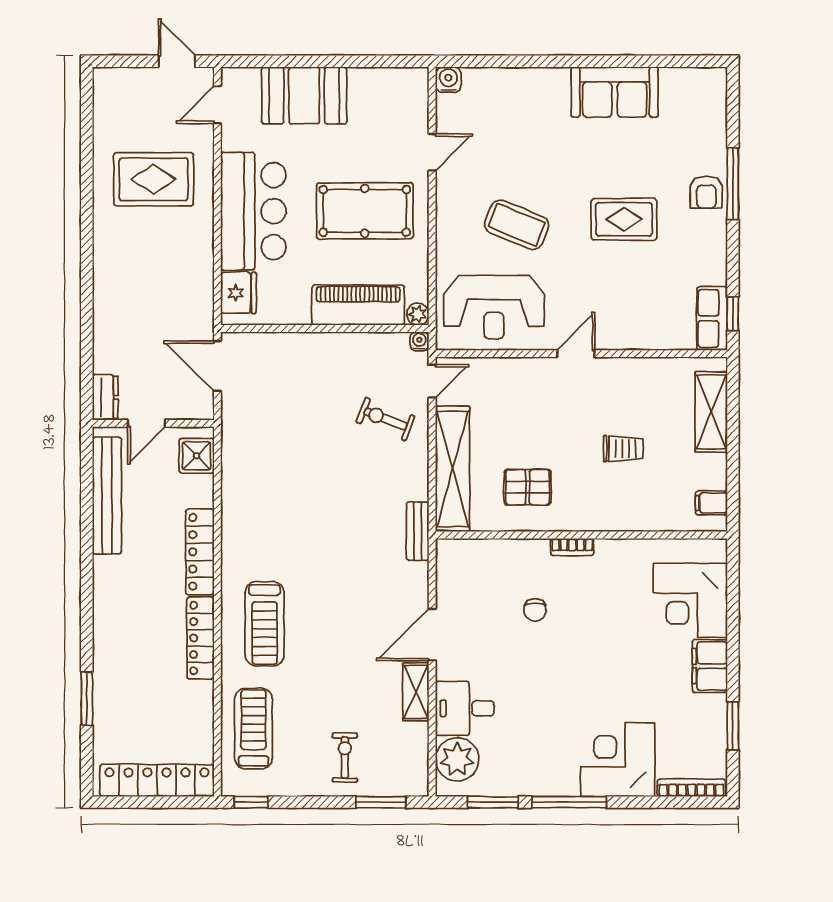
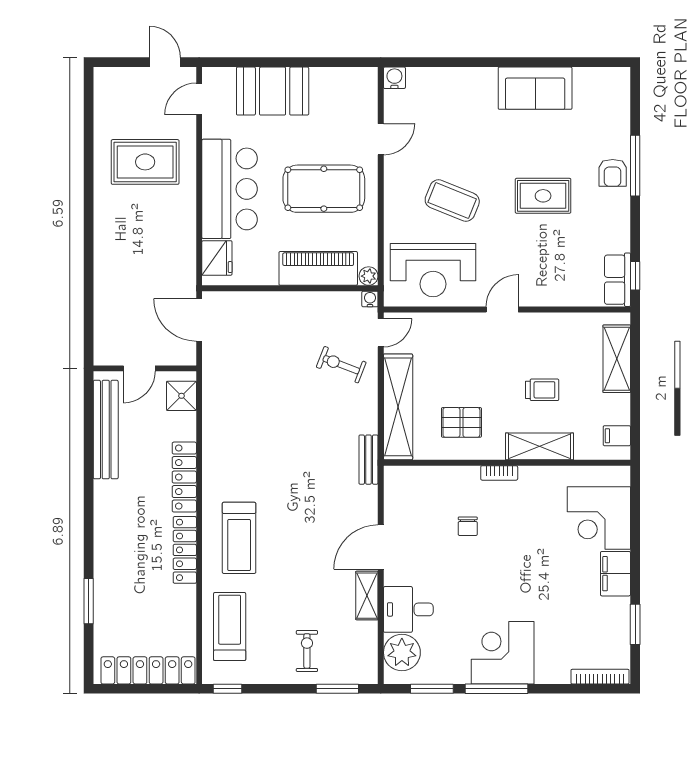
dresser: (105, 397) -> (104, 346), removed
shelving: (620, 516) -> (540, 446), added
corner desk: (618, 760) -> (503, 653), moved

